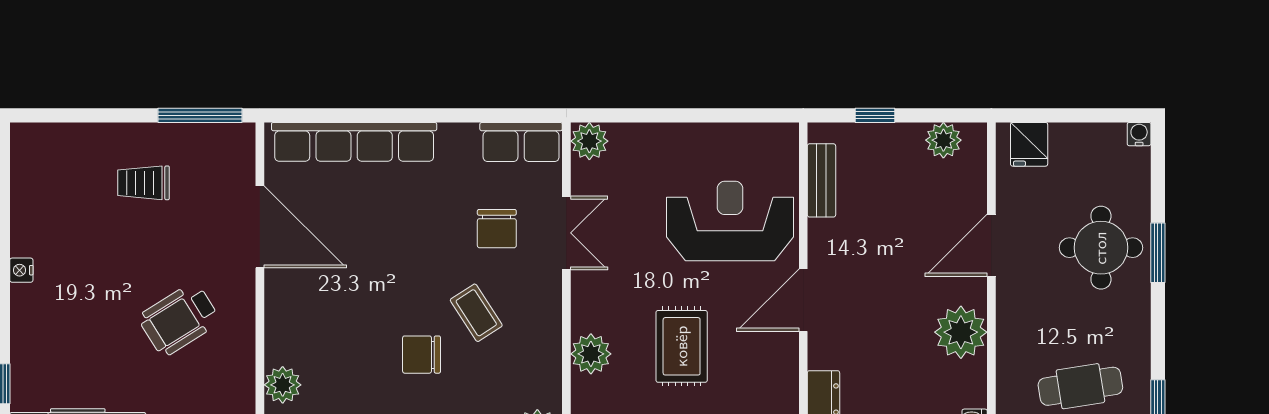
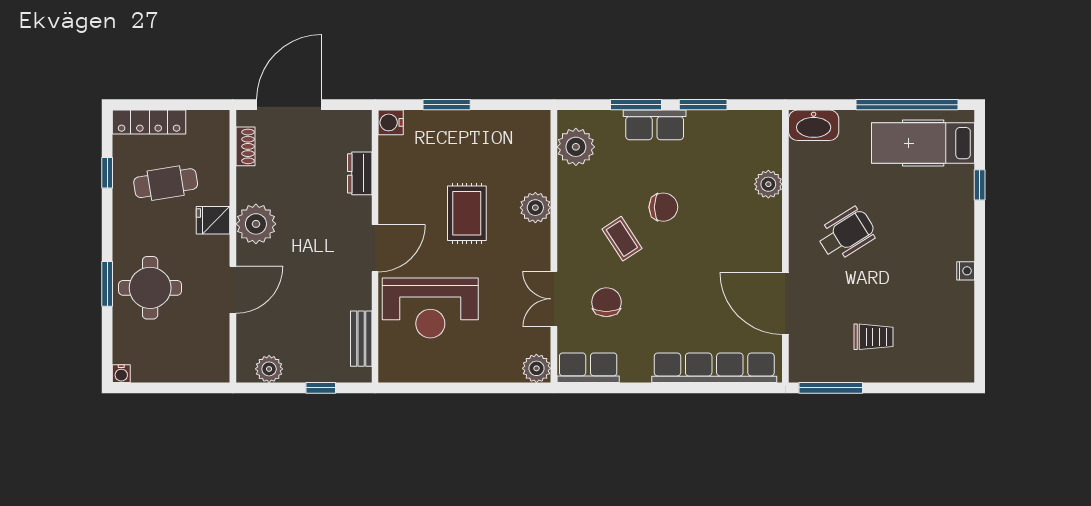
fridge: (1029, 144) -> (213, 220), moved, turned -90

